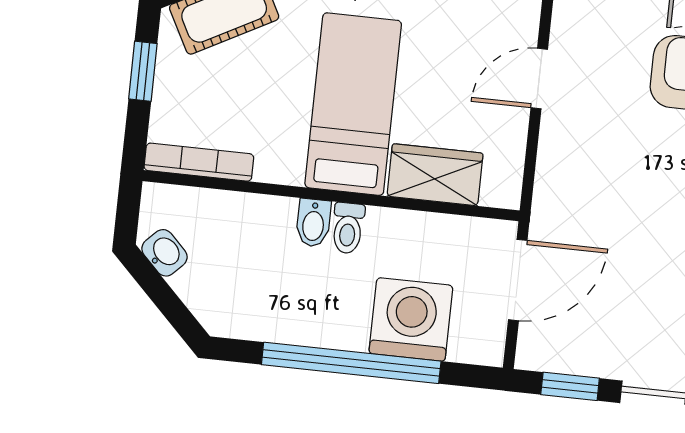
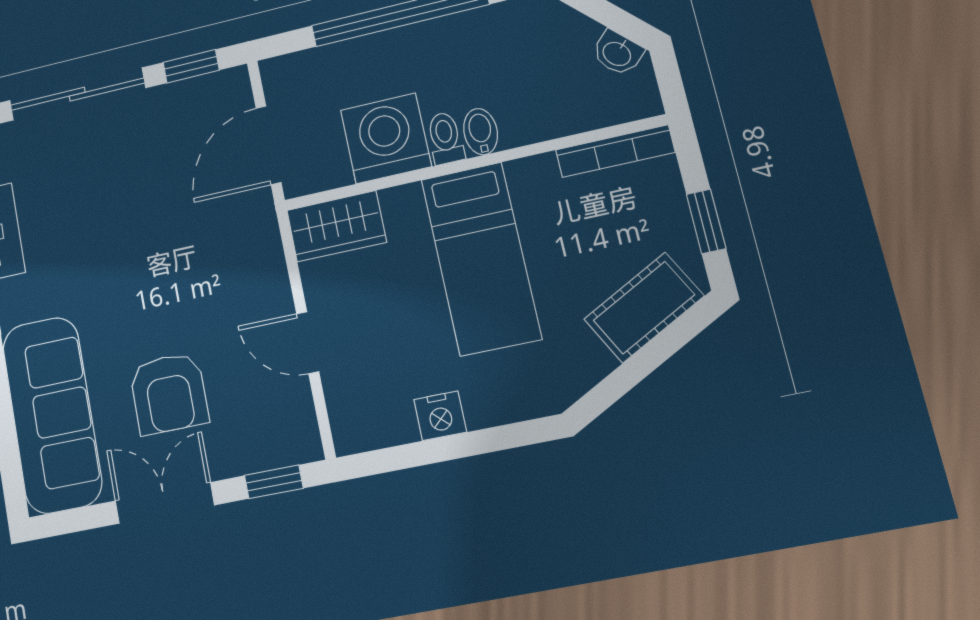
door: (539, 78) -> (308, 343), swing flipped
wardrobe: (435, 175) -> (337, 226), moved
washing machine: (411, 319) -> (386, 138), moved, turned 180

